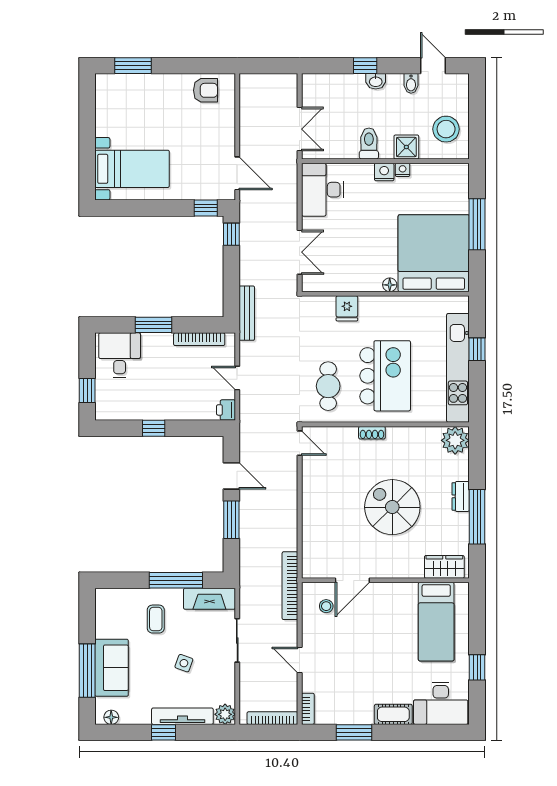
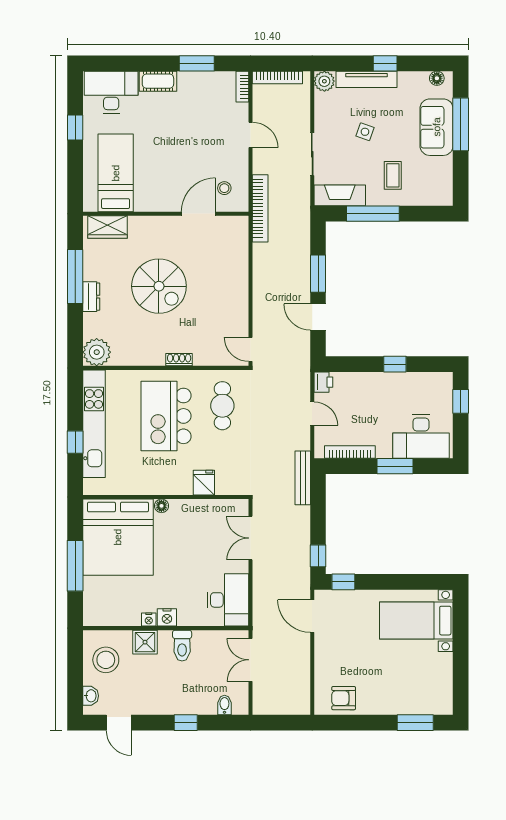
washbasin: (376, 81) -> (91, 696), moved, turned 90
bidet: (411, 83) -> (224, 705), moved
desk: (120, 355) -> (421, 436), width x1.37

